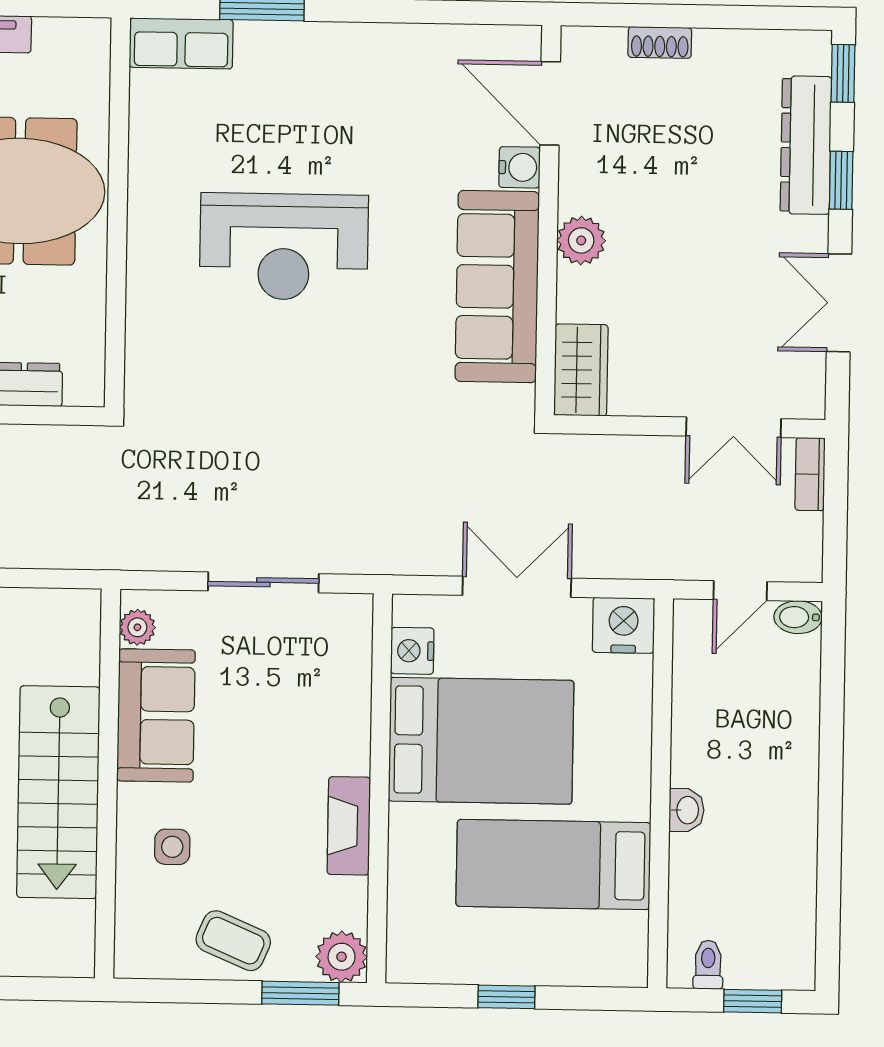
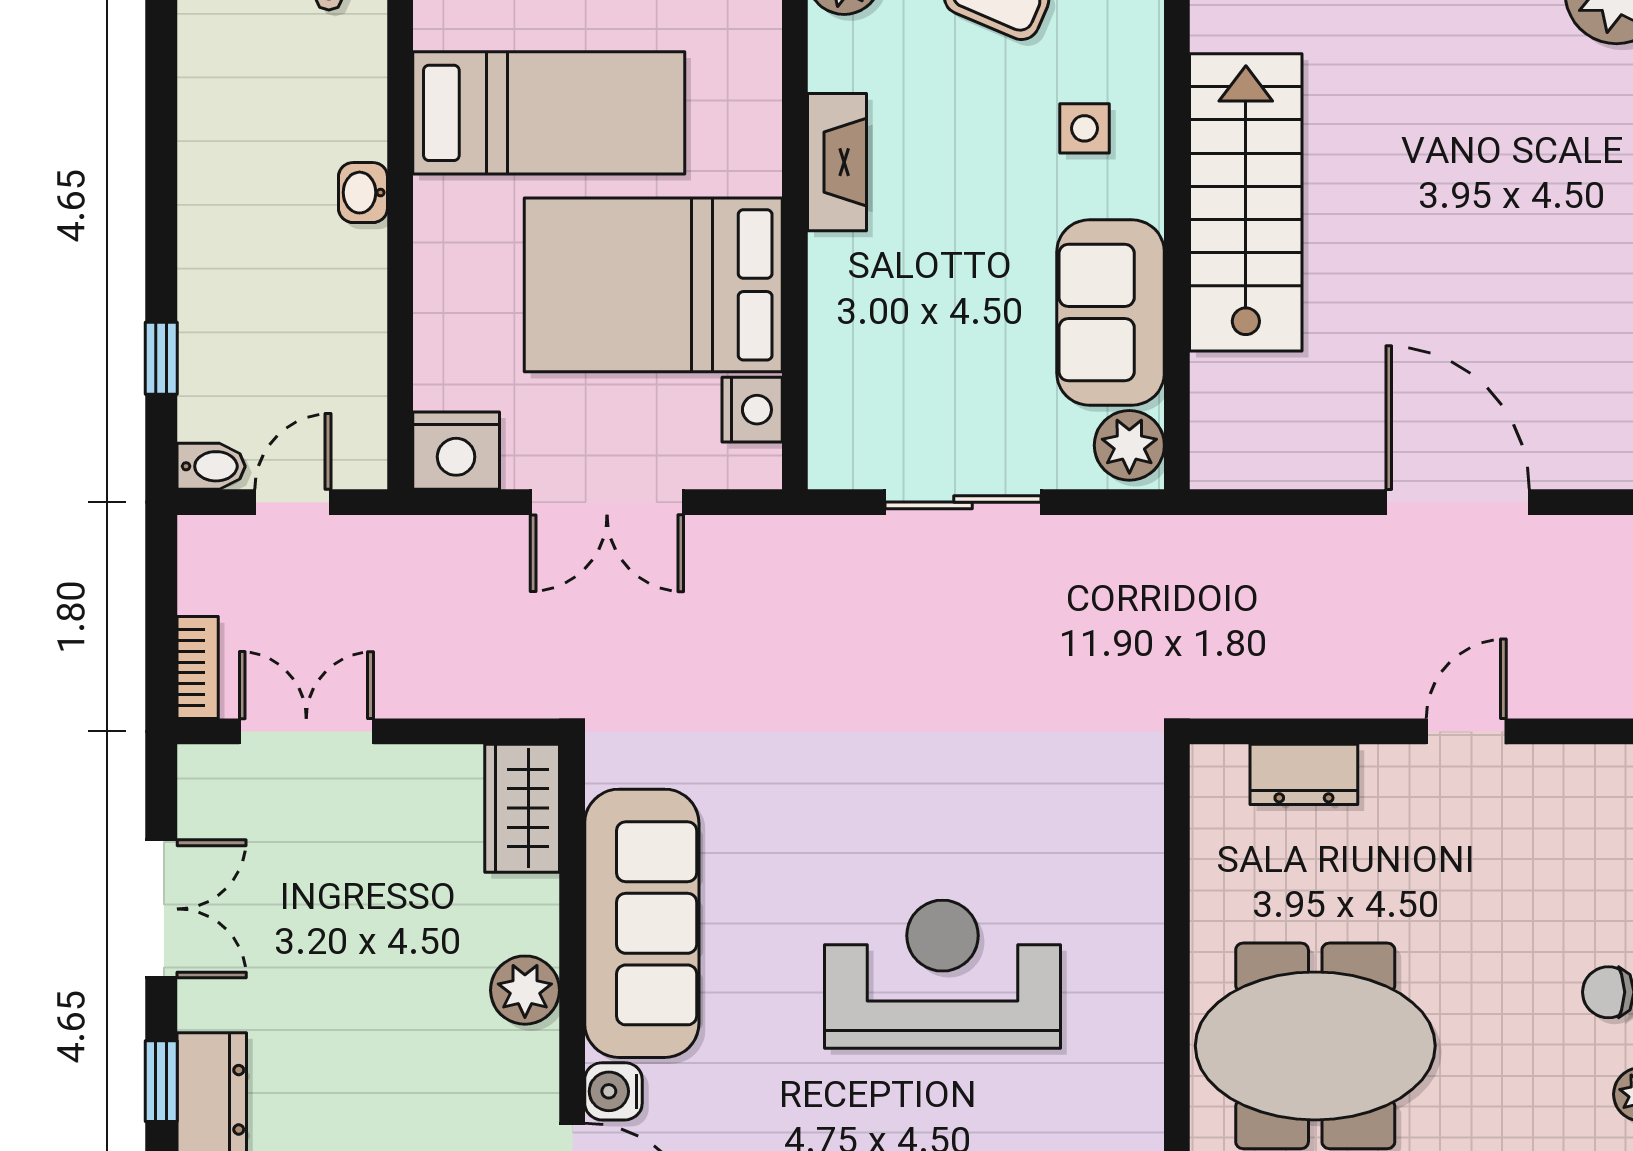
plant: (137, 627) -> (1129, 445), width x1.38, depth x1.38
window: (832, 695) -> (161, 358), added

